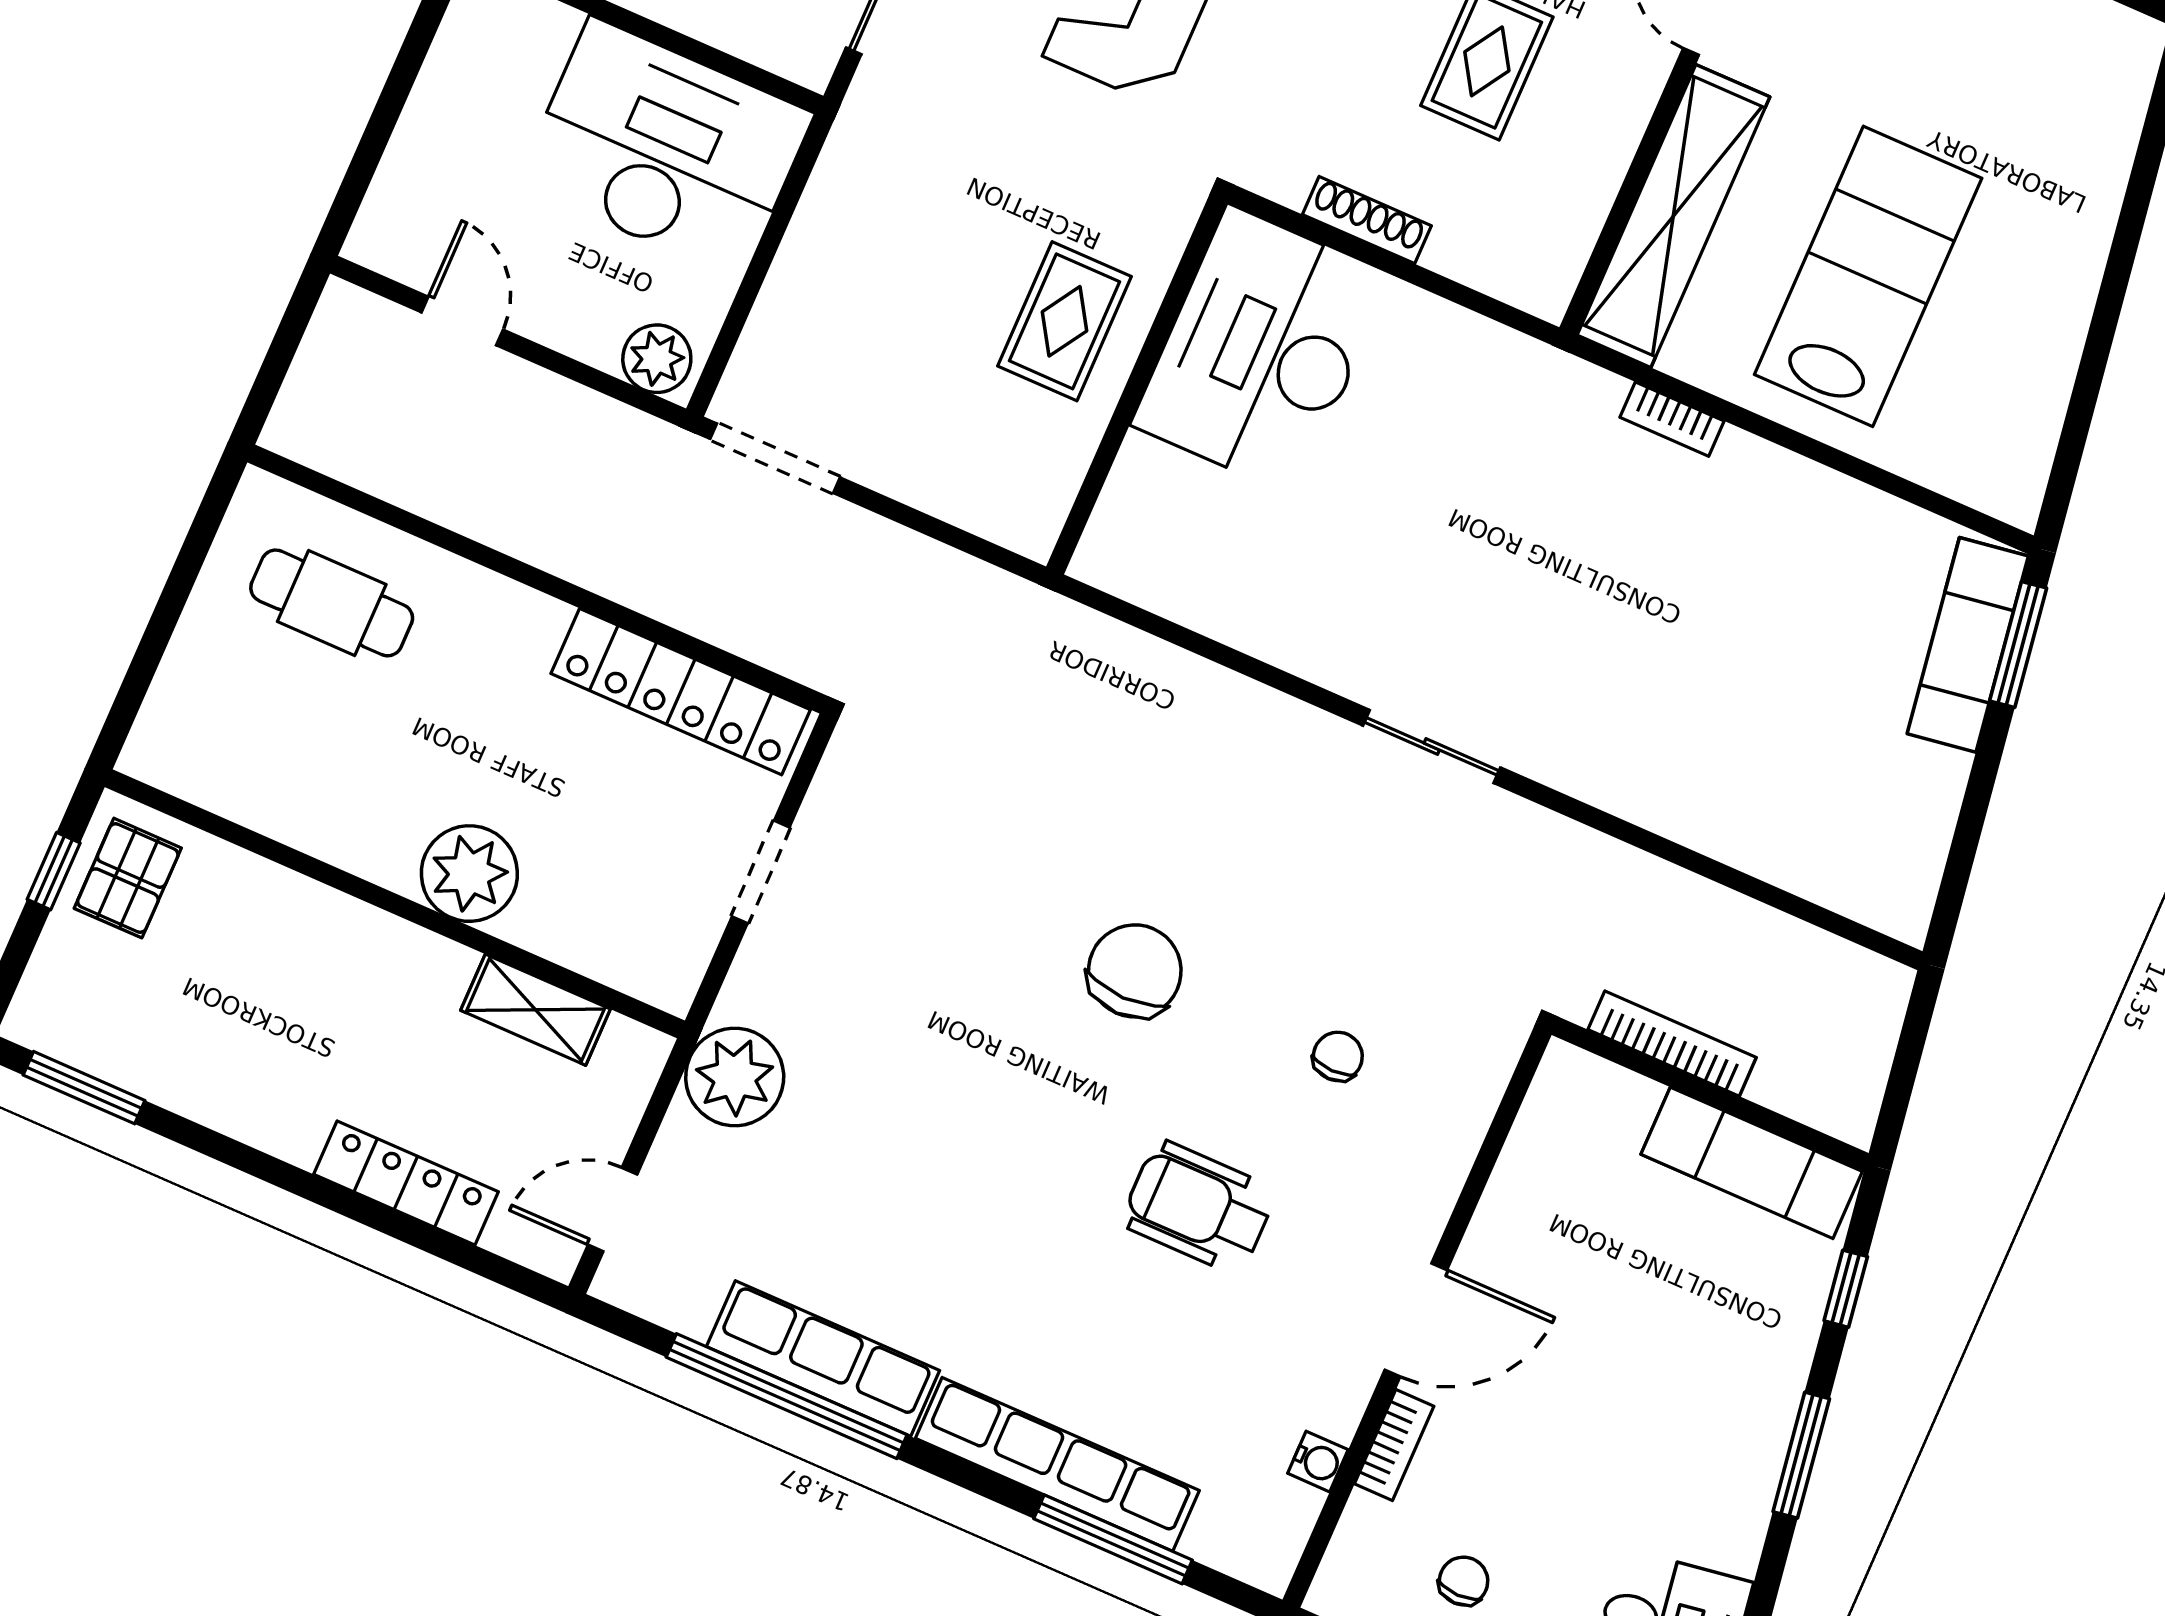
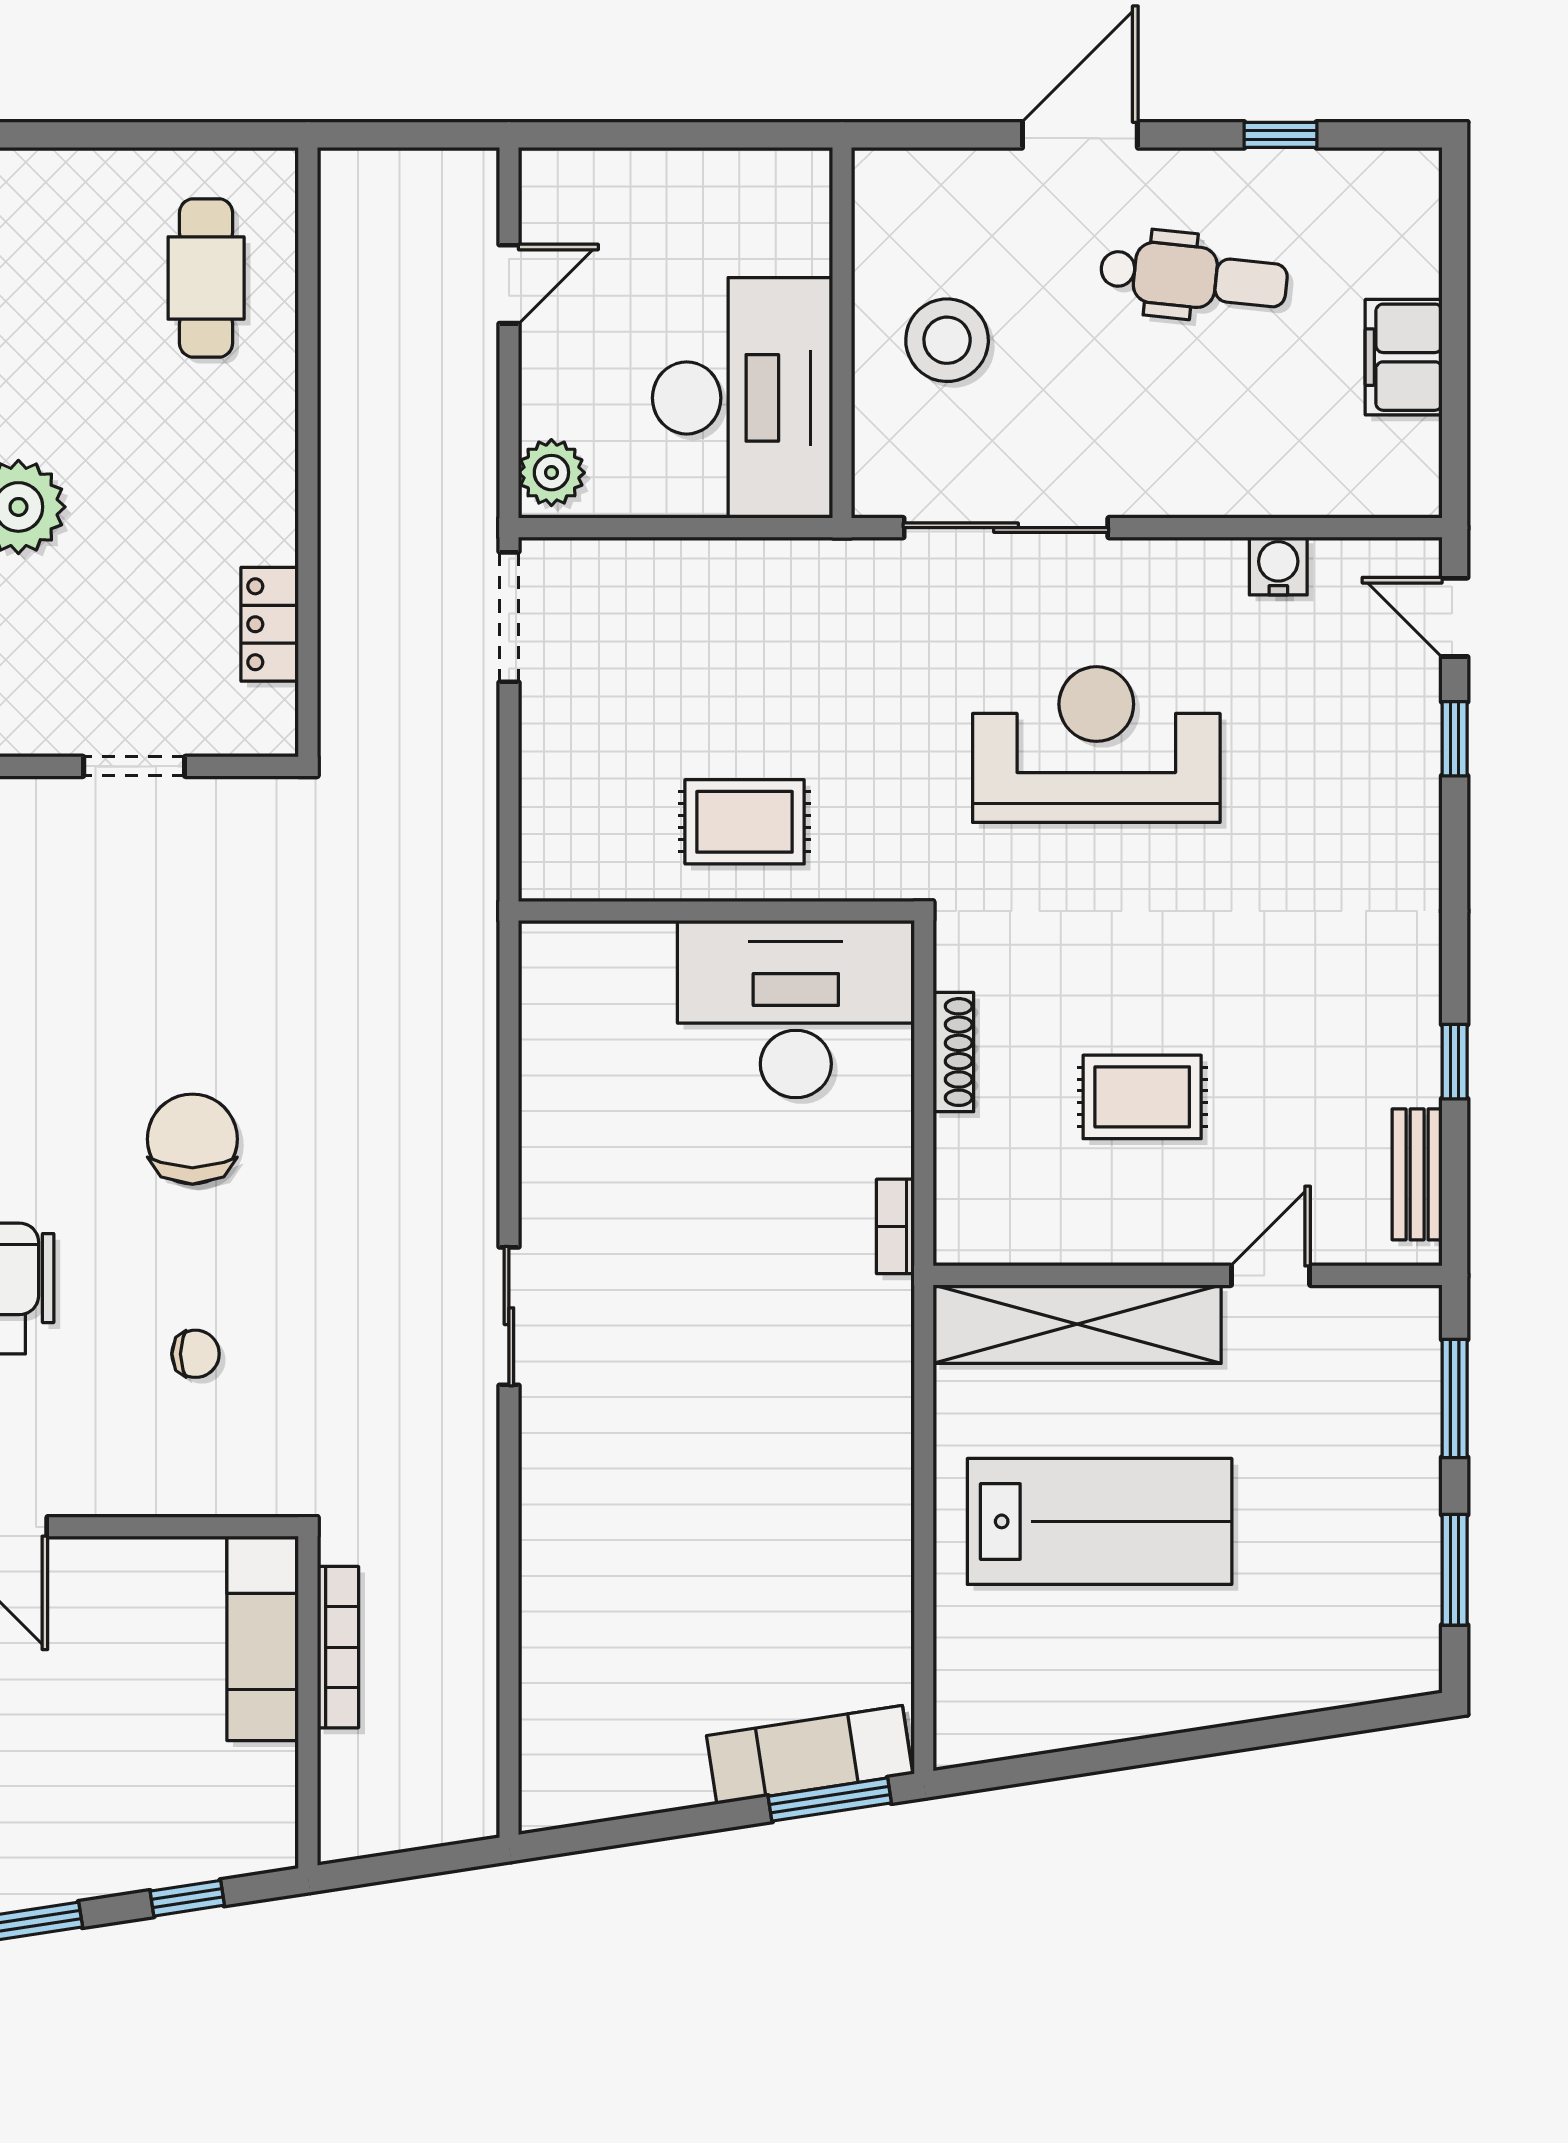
bookcase: (1672, 419) -> (895, 1226), moved
locker: (681, 692) -> (270, 624), width x0.46, depth x0.83
chair: (1135, 971) -> (192, 1139), turned -90
exam couch: (1752, 1163) -> (263, 1638), moved

